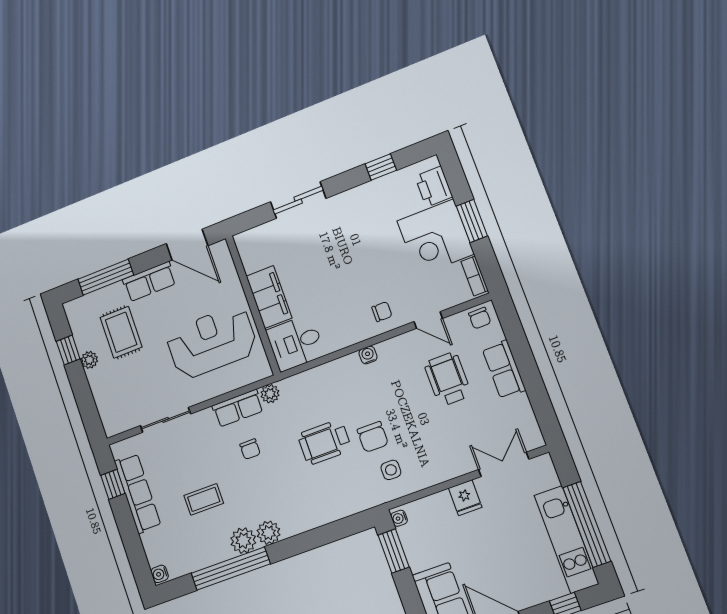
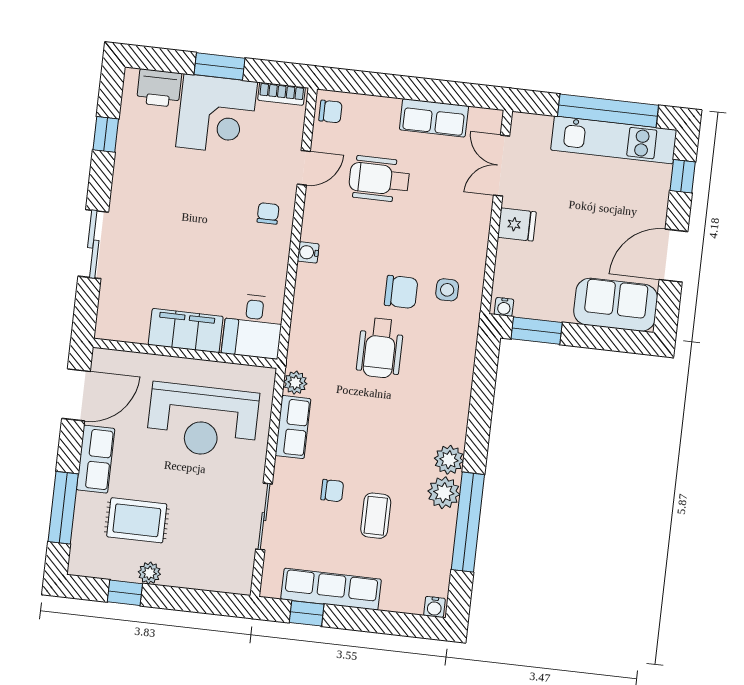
reception desk: (212, 342) -> (203, 421), turned -90
row of seats: (504, 369) -> (434, 118), moved
chair: (250, 449) -> (332, 491), moved

